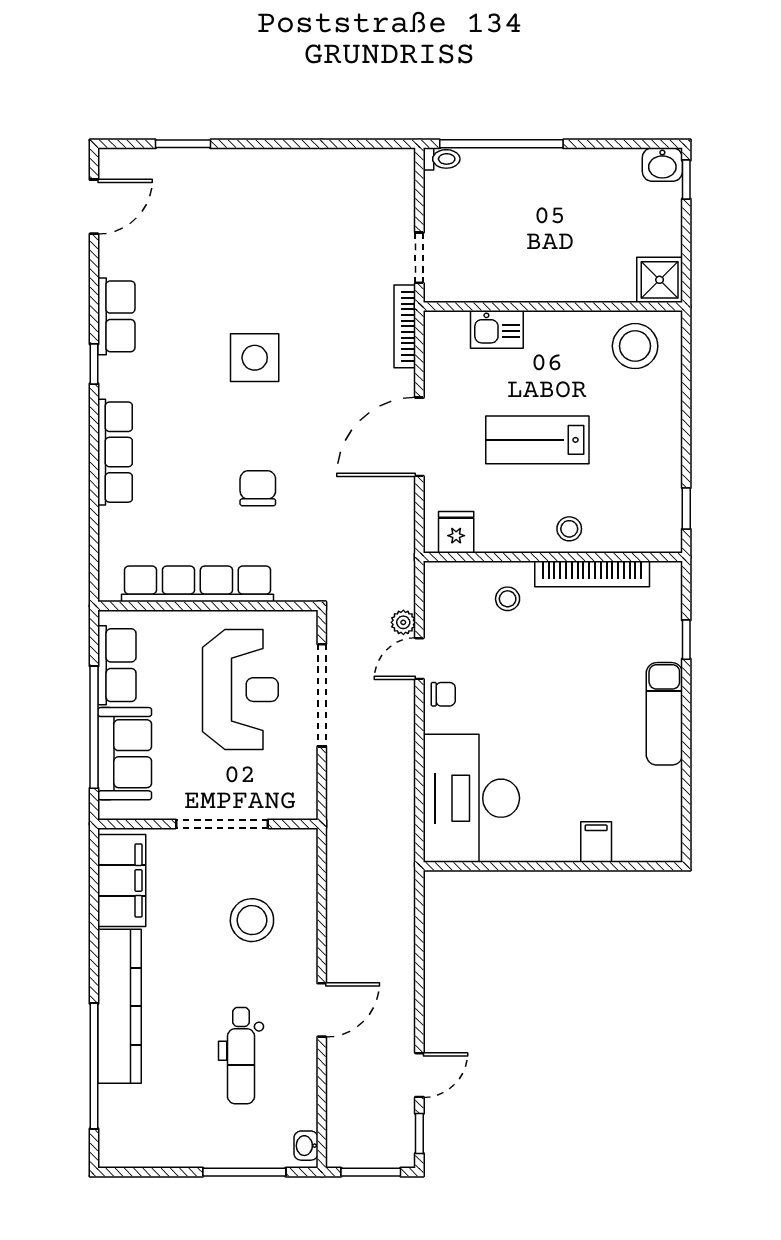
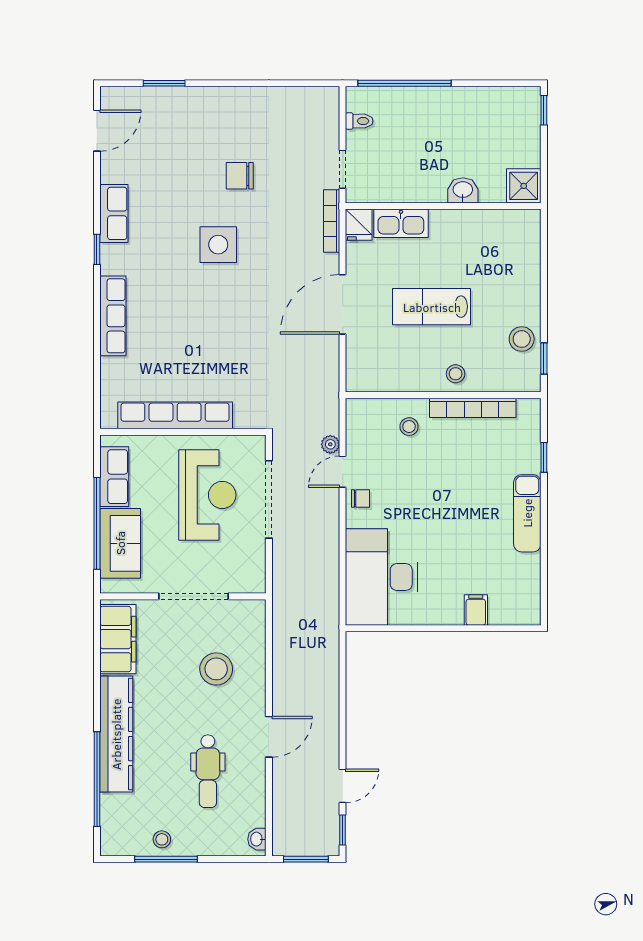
toilet: (442, 159) -> (359, 121), moved
washbasin: (662, 165) -> (463, 190), moved, turned 180
kitchen sink: (497, 329) -> (401, 223), width x1.38
stool: (635, 346) -> (522, 339), moved, width x0.73, depth x0.73
chair: (258, 488) -> (240, 176), moved, turned -90
fridge: (456, 532) -> (359, 225), moved, turned 180
stool: (180, 1146) -> (162, 839), added
window: (244, 1172) -> (166, 859), moved

